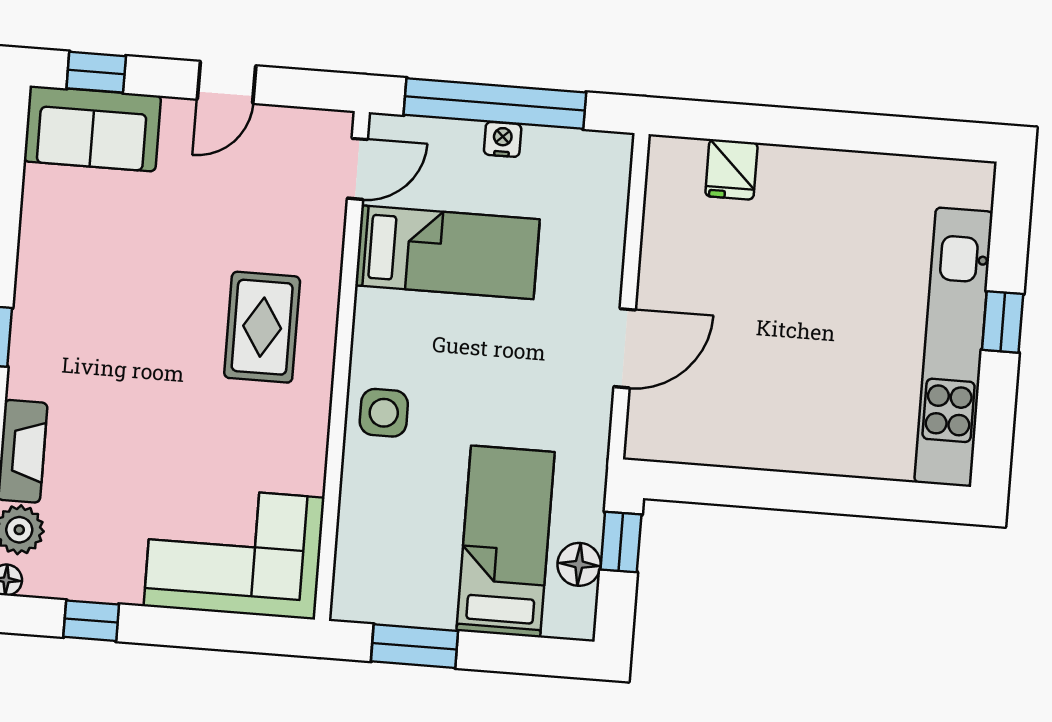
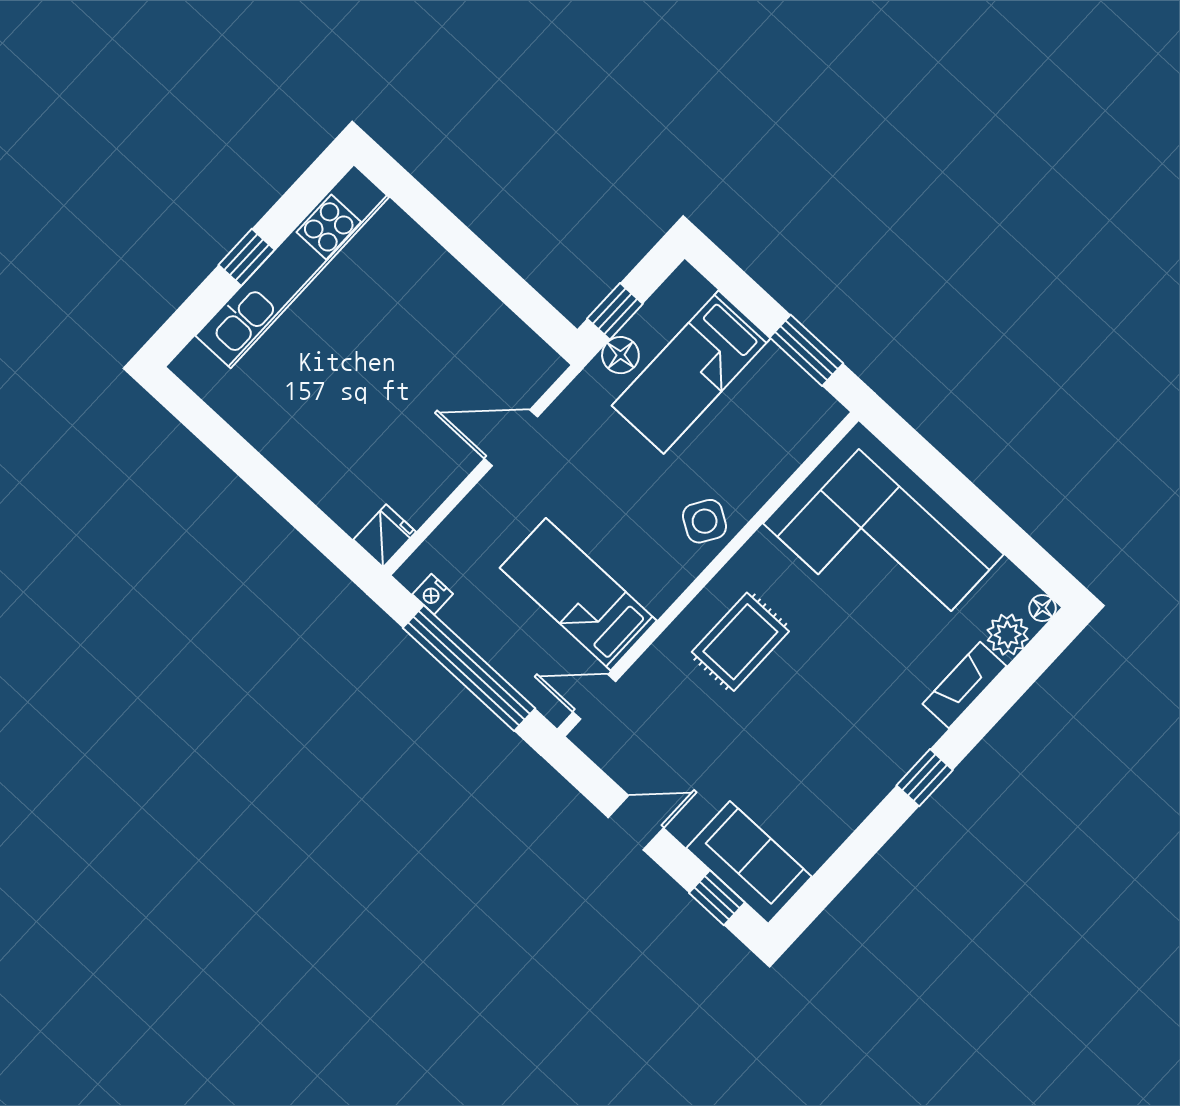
nightstand: (503, 139) -> (433, 594), moved
fridge: (731, 169) -> (385, 536), moved
side table: (384, 413) -> (705, 521), turned 32
corner sofa: (234, 552) -> (883, 539), width x1.36, depth x1.36
floor lamp: (579, 564) -> (620, 355), moved
window: (91, 621) -> (1007, 537), removed

